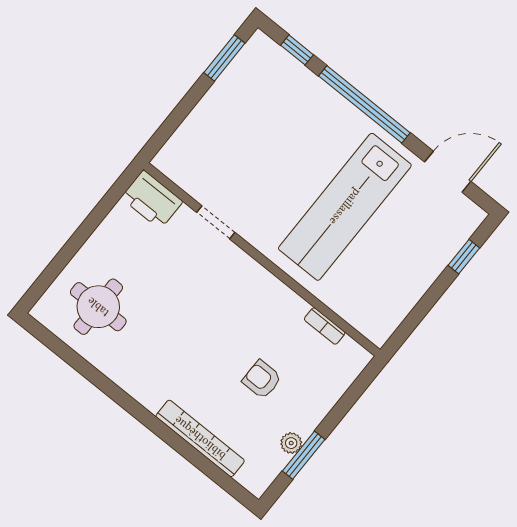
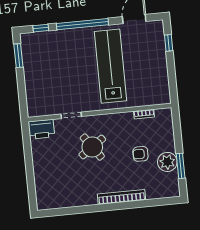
lab bench: (345, 207) -> (111, 66), turned 180
round table: (98, 307) -> (92, 147), moved, turned -35
bookcase: (200, 438) -> (122, 197), moved
plant: (291, 443) -> (167, 162), width x1.88, depth x1.88

